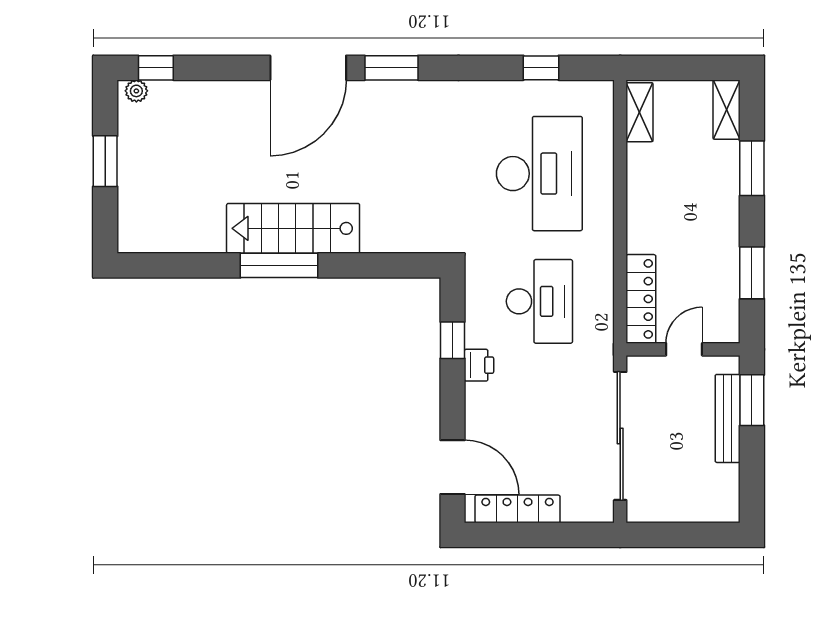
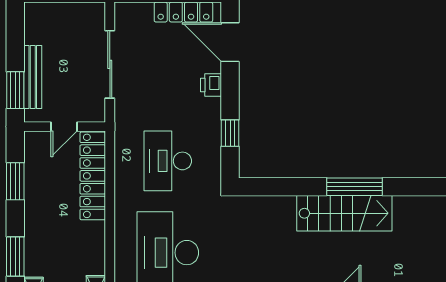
locker: (641, 299) -> (93, 176), width x1.41, depth x1.21
printer: (479, 365) -> (211, 85), moved
sliding door: (620, 436) -> (110, 64), width x0.73

